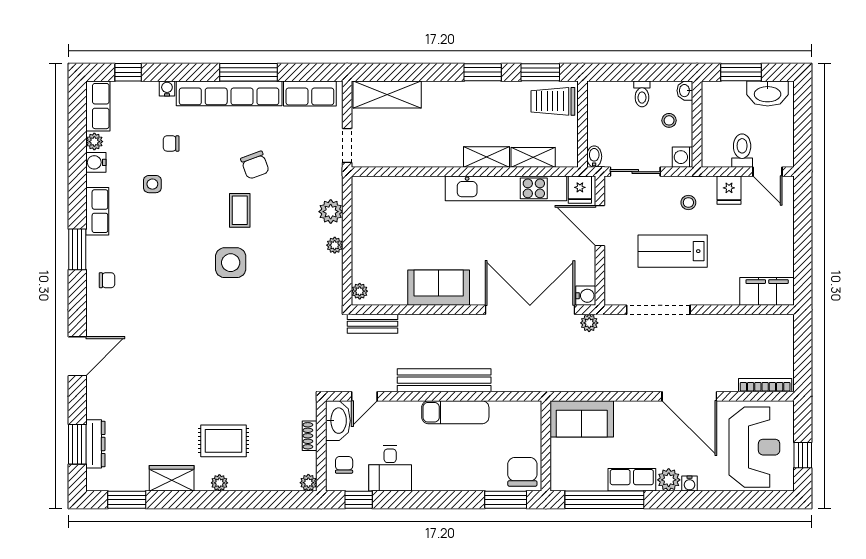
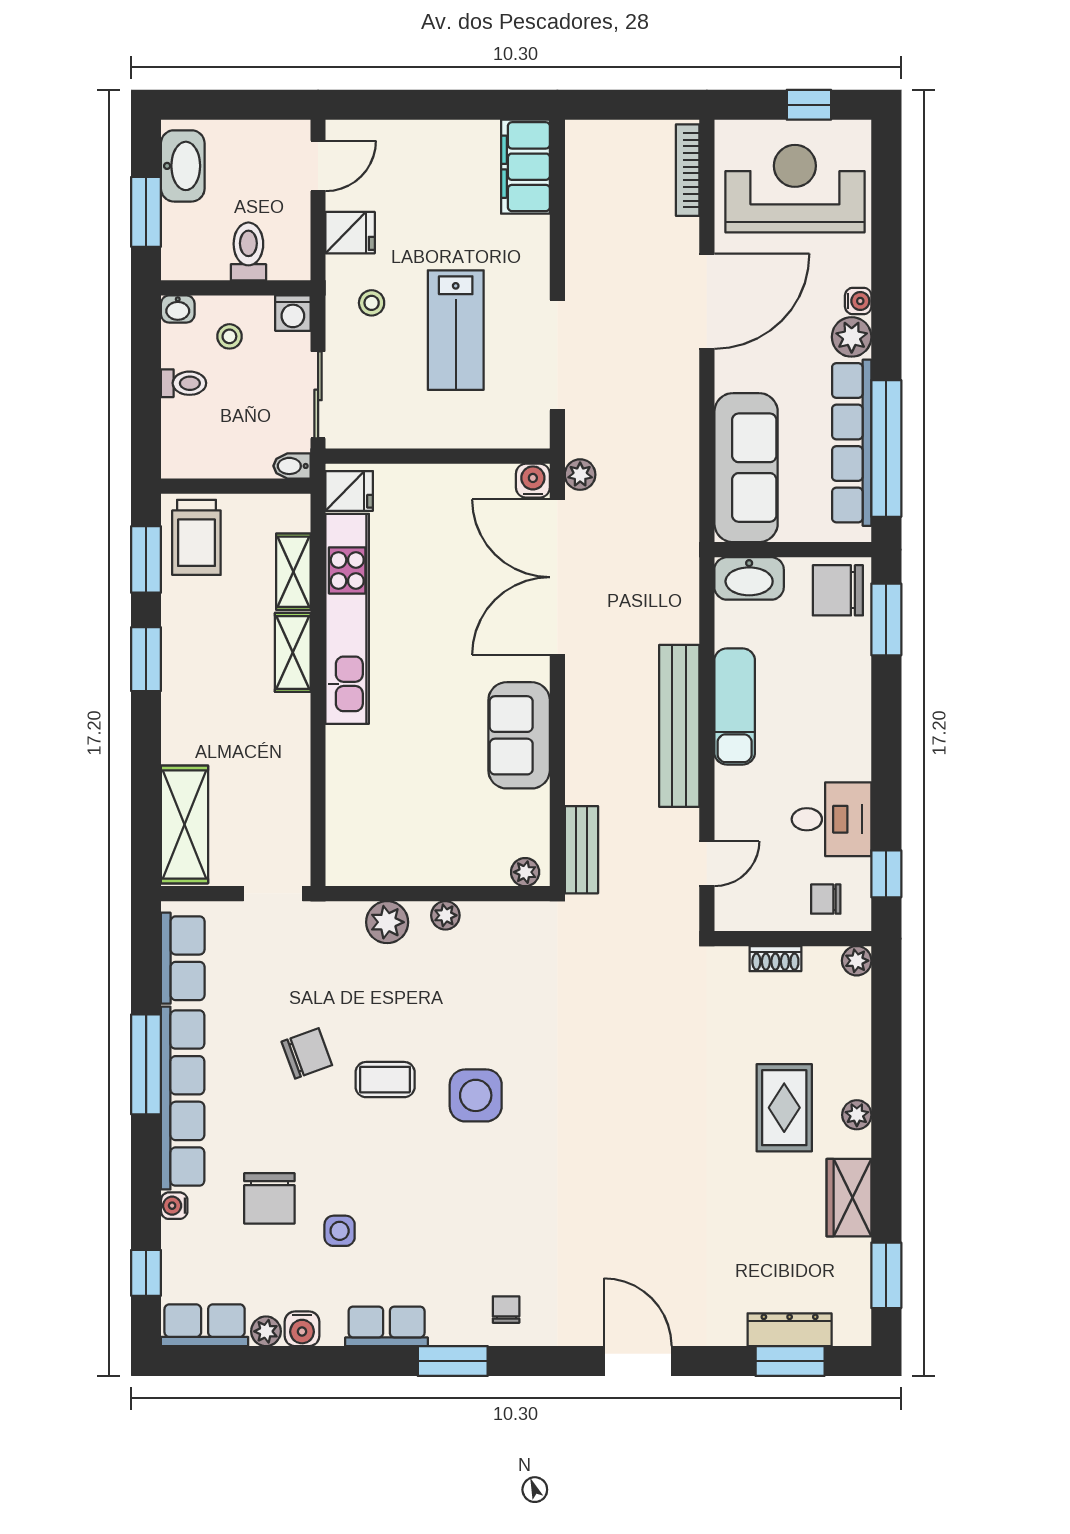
chair: (171, 143) -> (269, 1198), width x1.87, depth x1.87
toilet: (742, 151) -> (248, 251), moved, turned 90
door: (600, 226) -> (411, 456), removed
door: (364, 396) -> (707, 864), hinge flipped
sofa: (582, 419) -> (746, 468), width x1.36
washbasin: (338, 421) -> (749, 578), moved, turned 180
row of seats: (632, 480) -> (852, 443), width x2.02

